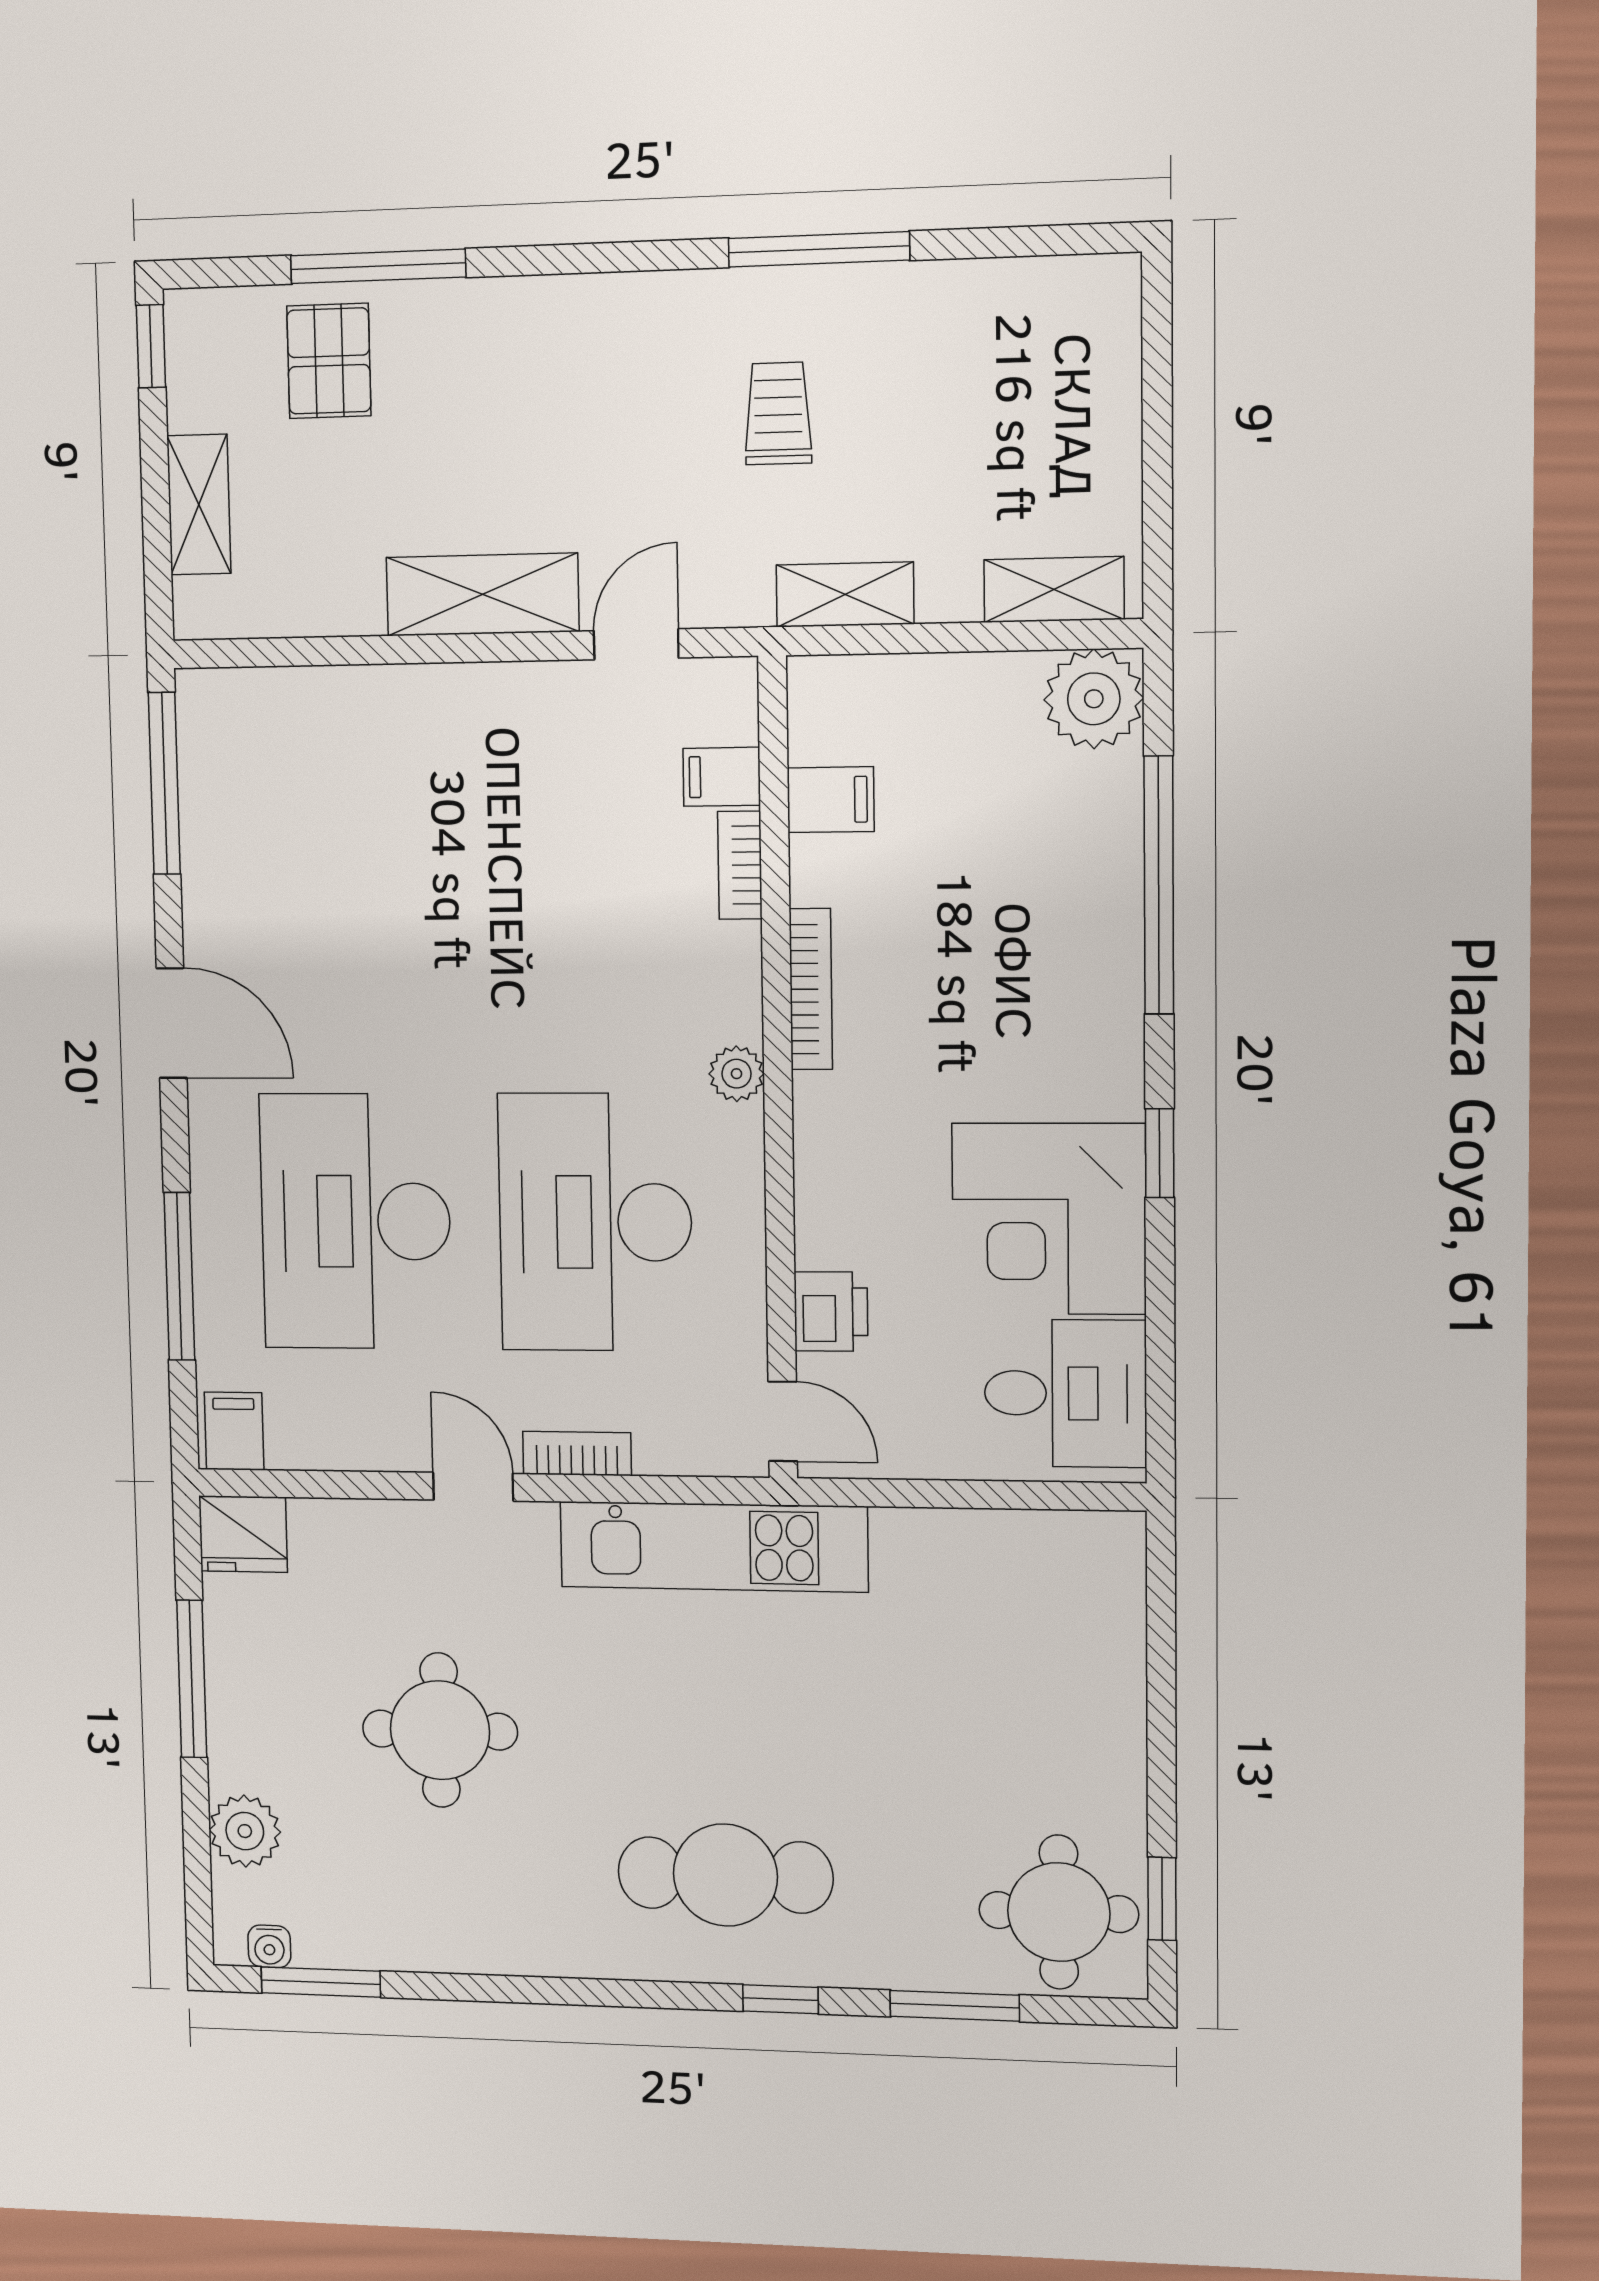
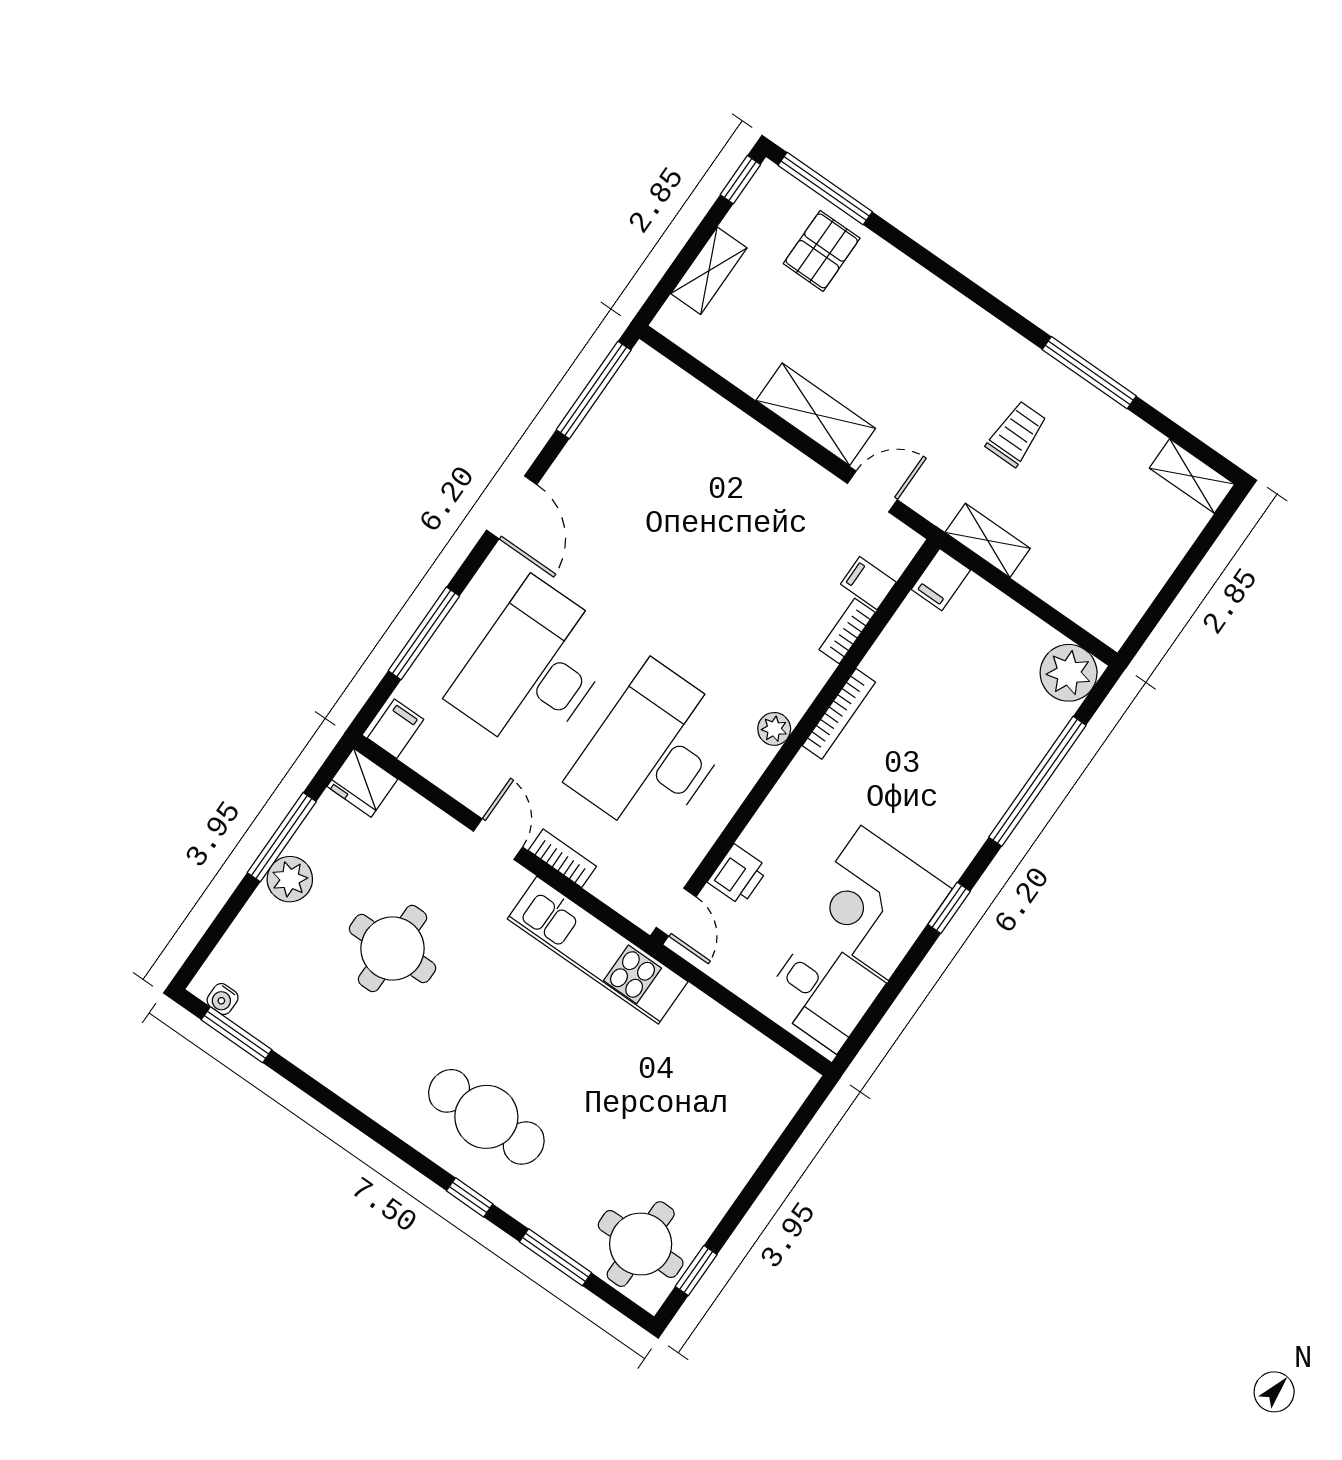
window: (378, 266) -> (825, 189), moved
shelving: (1054, 589) -> (1192, 476), moved
filing cabinet: (831, 800) -> (941, 580), moved, turned 90
plant: (245, 1831) -> (290, 879), moved

